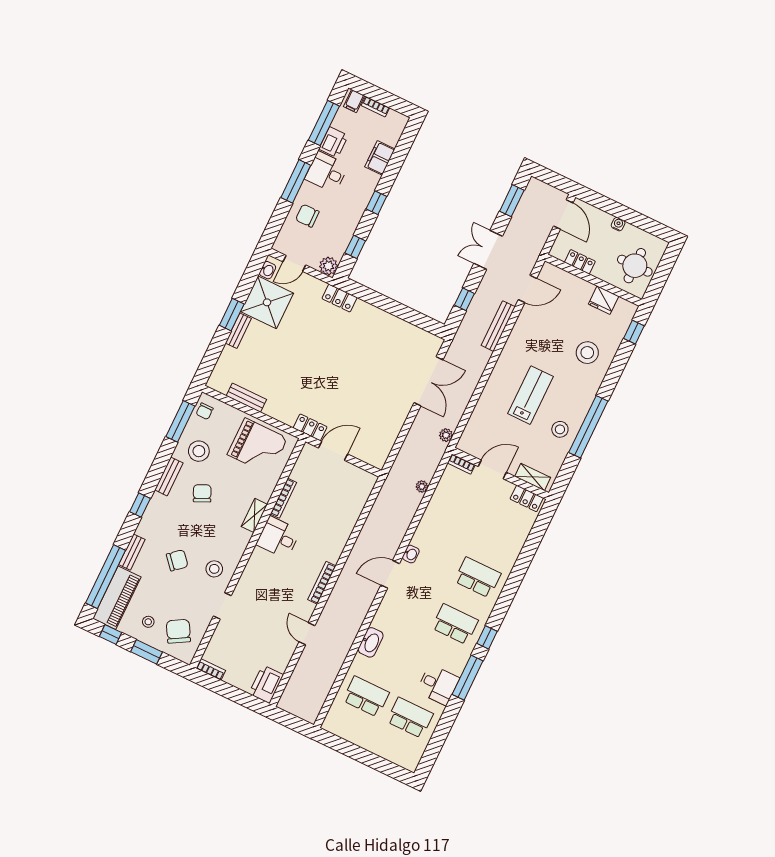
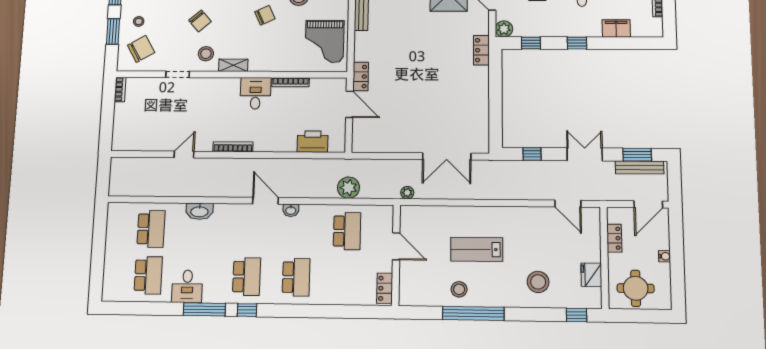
bench: (498, 326) -> (640, 167), moved
lab bench: (530, 395) -> (477, 249), turned 180
bookcase: (461, 464) -> (389, 217), removed
shelving: (533, 477) -> (406, 285), removed
plant: (422, 486) -> (349, 188), width x1.88, depth x1.88
school desk: (456, 509) -> (347, 231), added
shelving: (254, 515) -> (233, 65), moved
printer: (266, 684) -> (313, 142), moved

